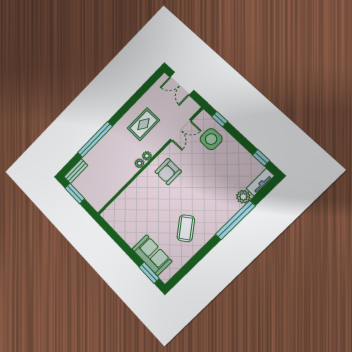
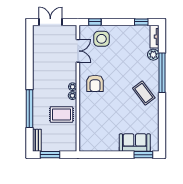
double door: (182, 84) -> (50, 22), swing flipped
rug: (143, 124) -> (61, 114), moved, turned 90
coffee table: (186, 228) -> (144, 93), moved

